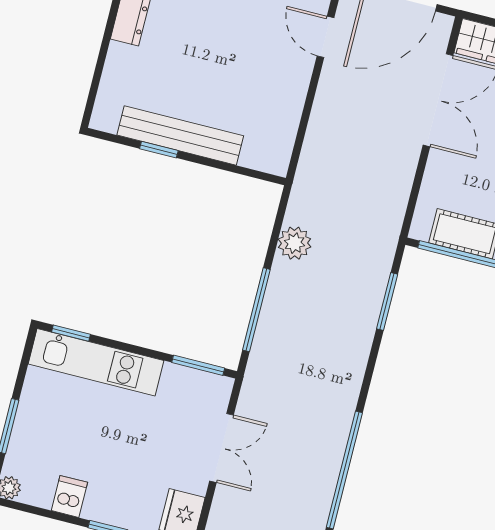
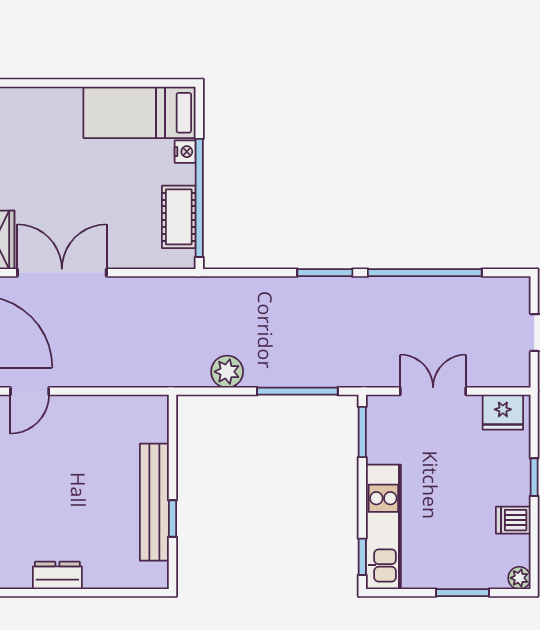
window: (387, 301) -> (325, 273), moved

